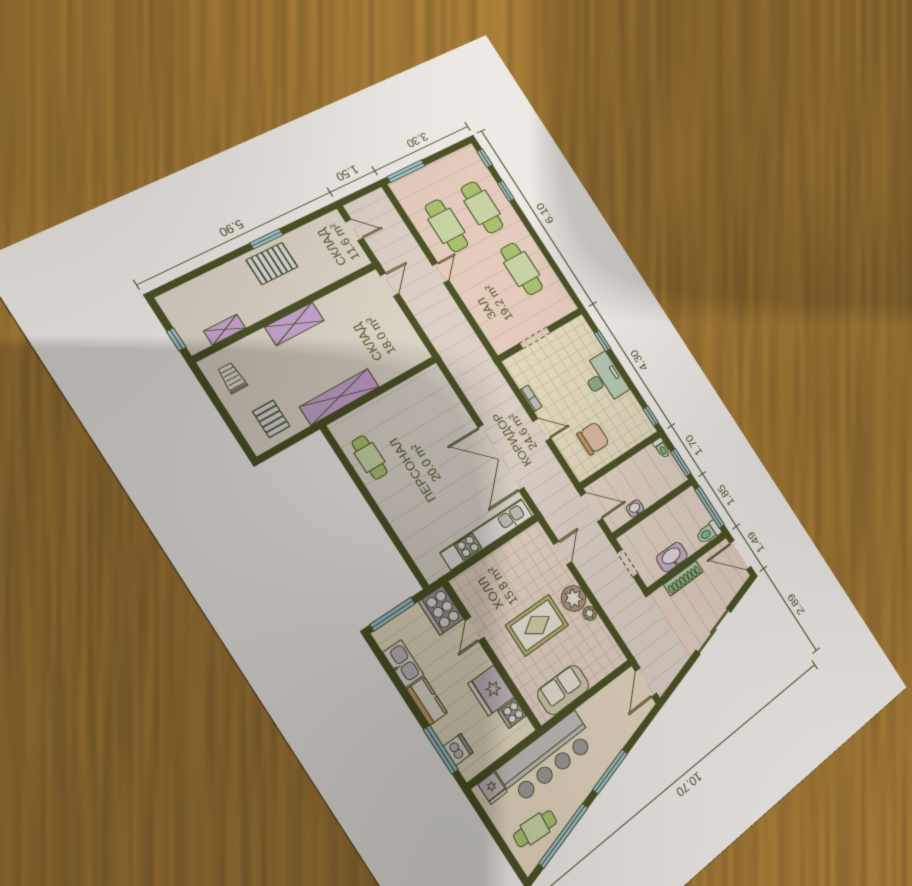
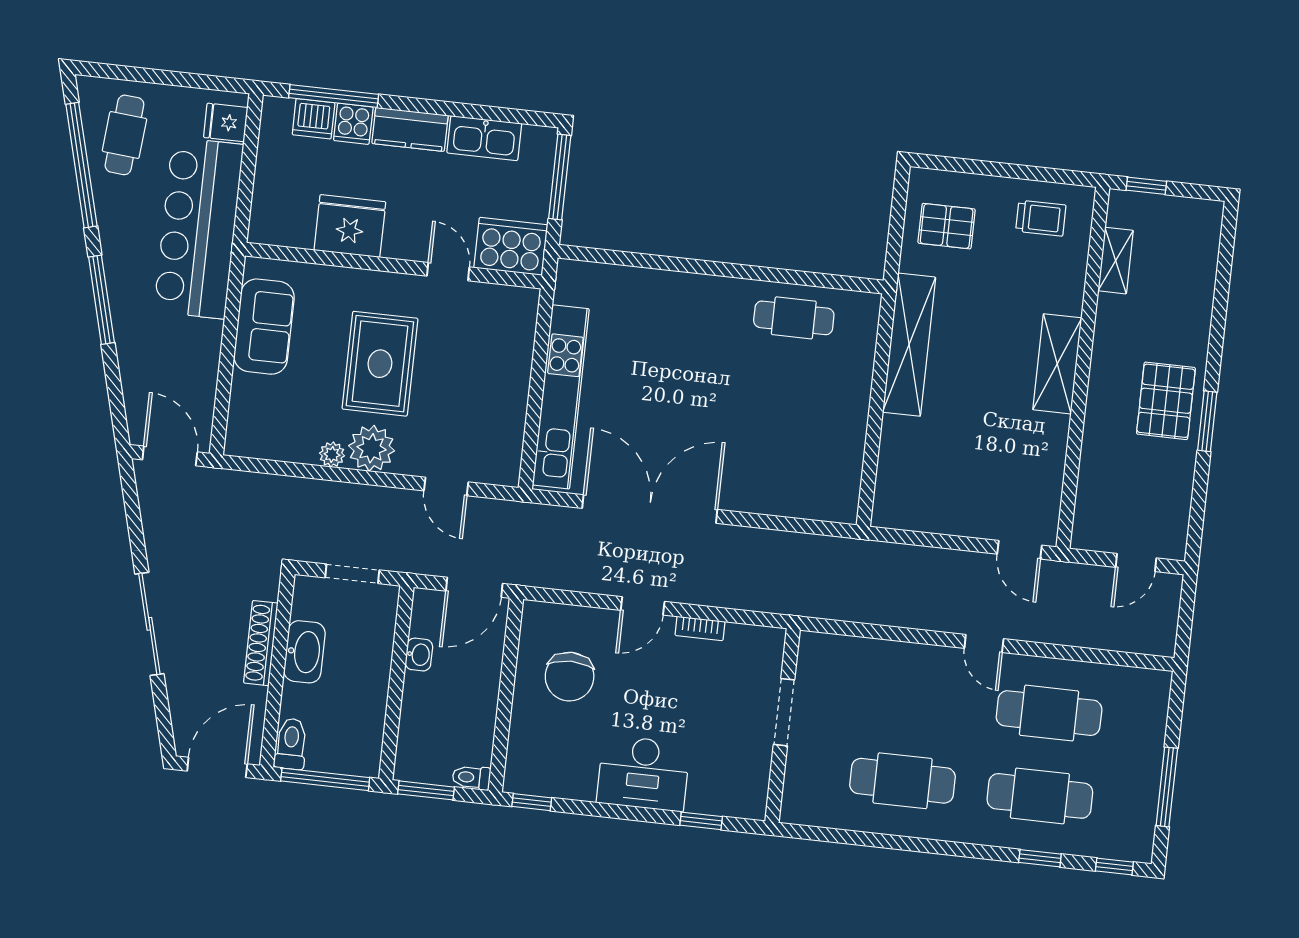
window: (406, 171) -> (1167, 787), moved
cooker: (512, 713) -> (353, 124), moved, turned 180

